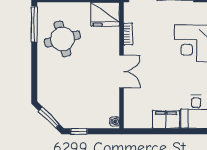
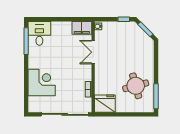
double door: (122, 71) -> (93, 52), moved
filing cabinet: (166, 119) -> (82, 28), moved

